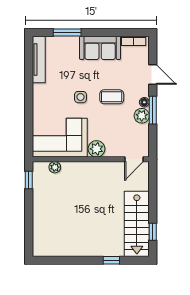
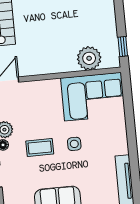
plant: (97, 149) -> (51, 88), removed
plant: (55, 167) -> (89, 58), width x1.88, depth x1.88

